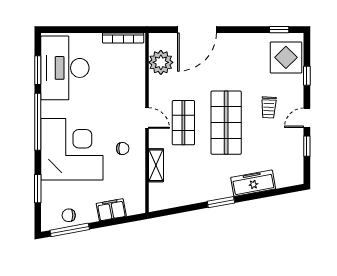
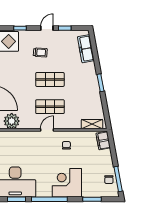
door: (307, 118) -> (47, 28), swing flipped
shop shelf: (226, 123) -> (50, 79), width x0.70, depth x0.74
corner desk: (72, 149) -> (67, 183), width x0.74, depth x0.74
shelving: (156, 165) -> (92, 124), moved
freezer: (253, 183) -> (86, 49), moved
filing cabinet: (111, 210) -> (103, 141), moved

